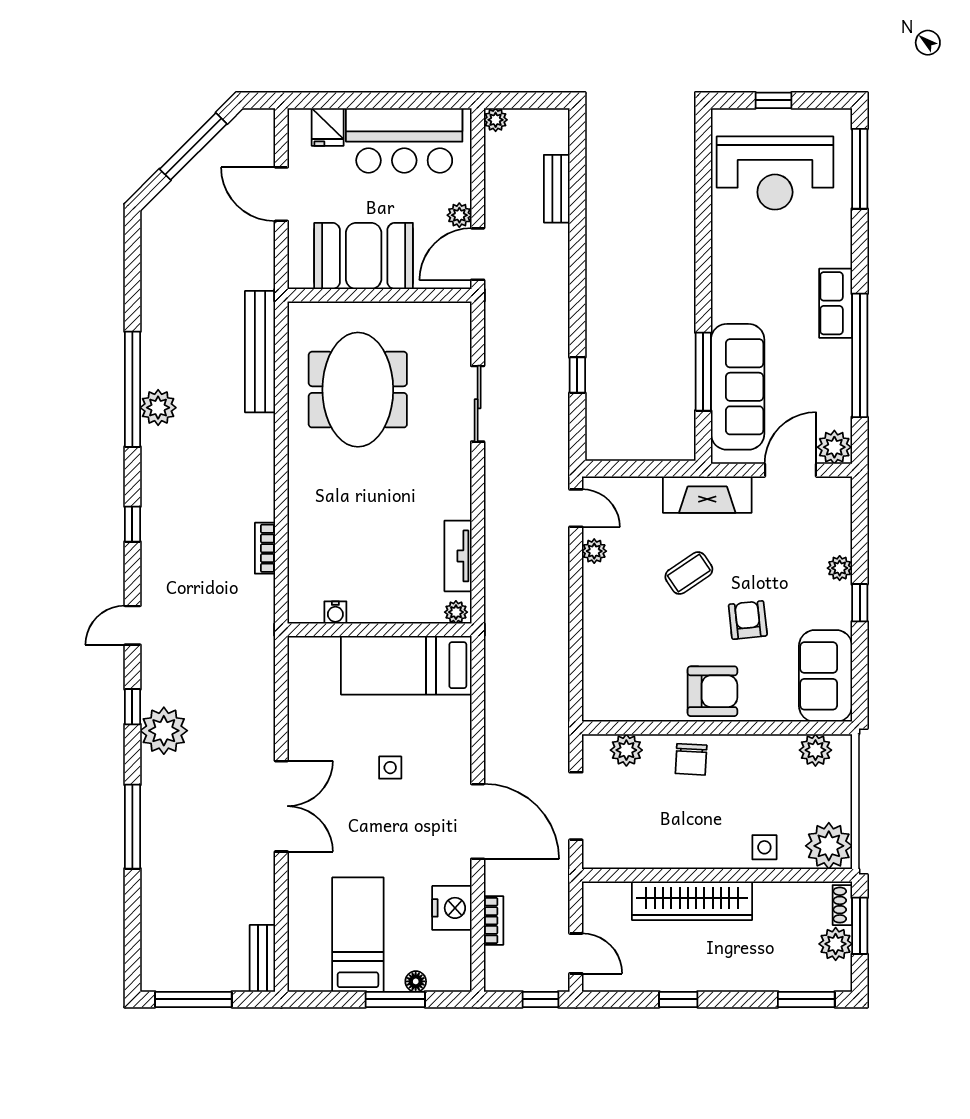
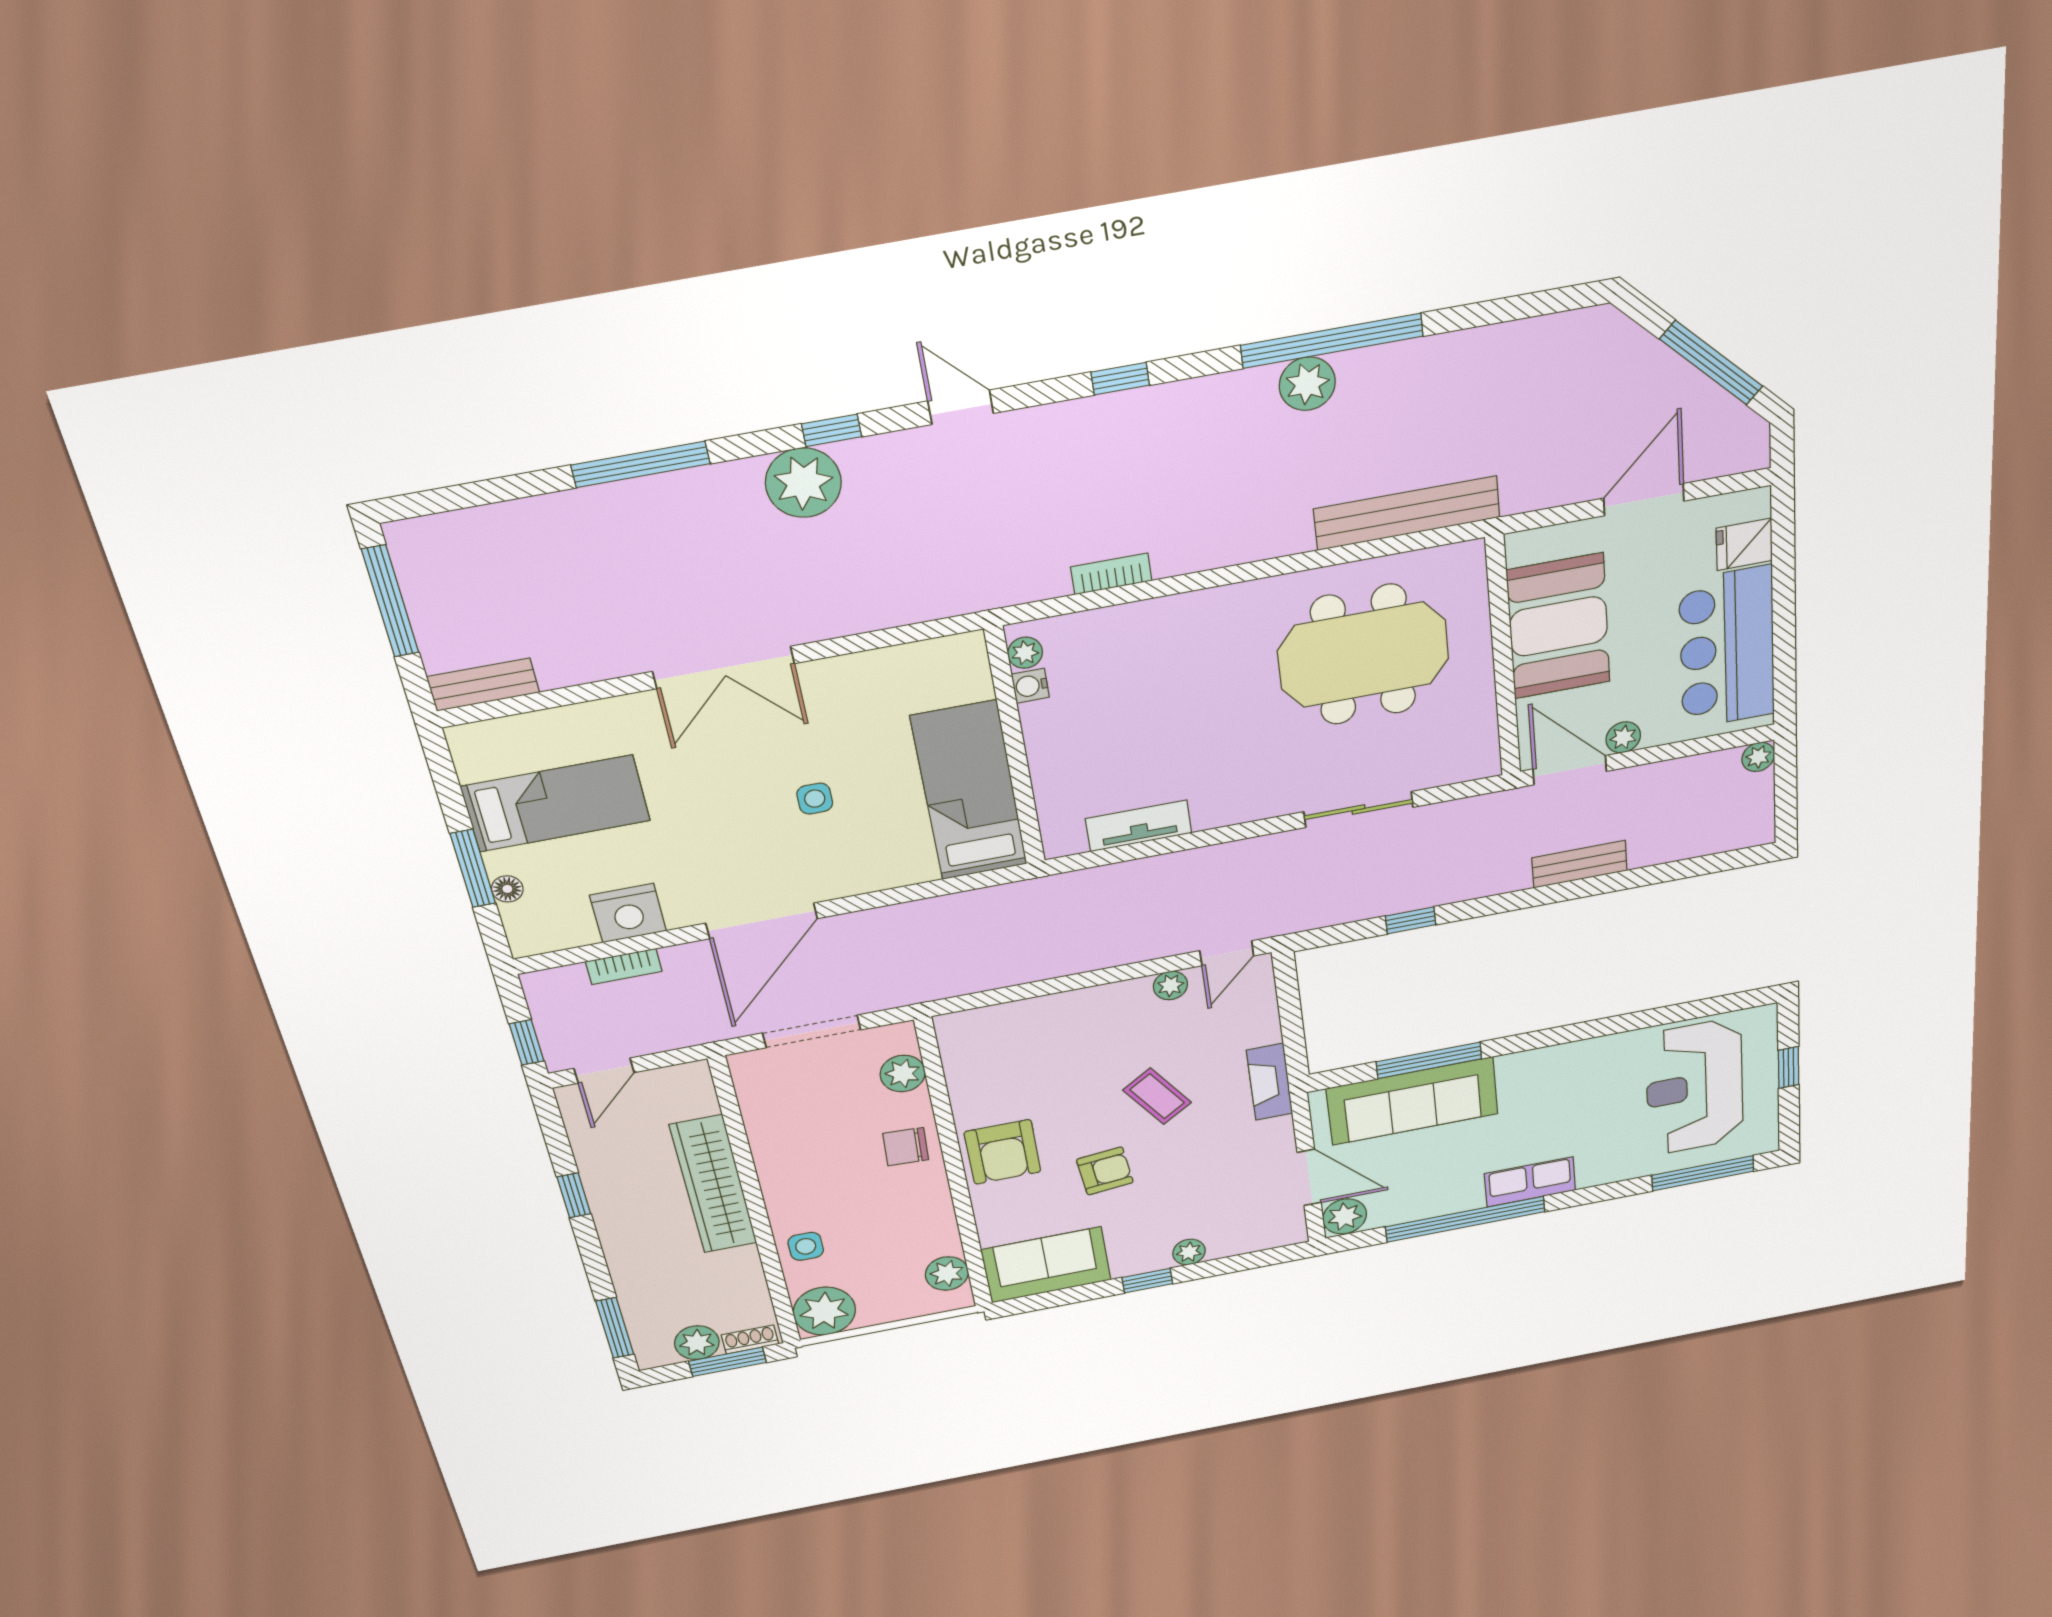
bench: (557, 189) -> (1579, 864), moved
fireplace: (707, 495) -> (1270, 1082), width x0.73, depth x0.76
plant: (456, 612) -> (1025, 653), moved

